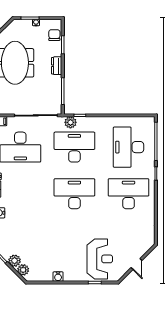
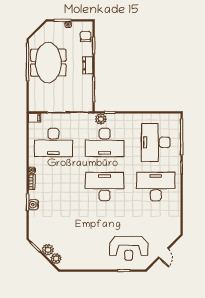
desk: (74, 147) -> (105, 142), turned 180
reception desk: (100, 259) -> (129, 248), turned 90
water cooler: (58, 277) -> (89, 265), removed

